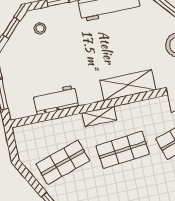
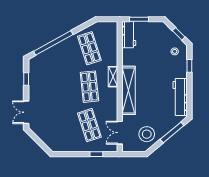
shelving: (128, 85) -> (129, 90), width x1.47
workbench: (56, 100) -> (129, 35), moved

